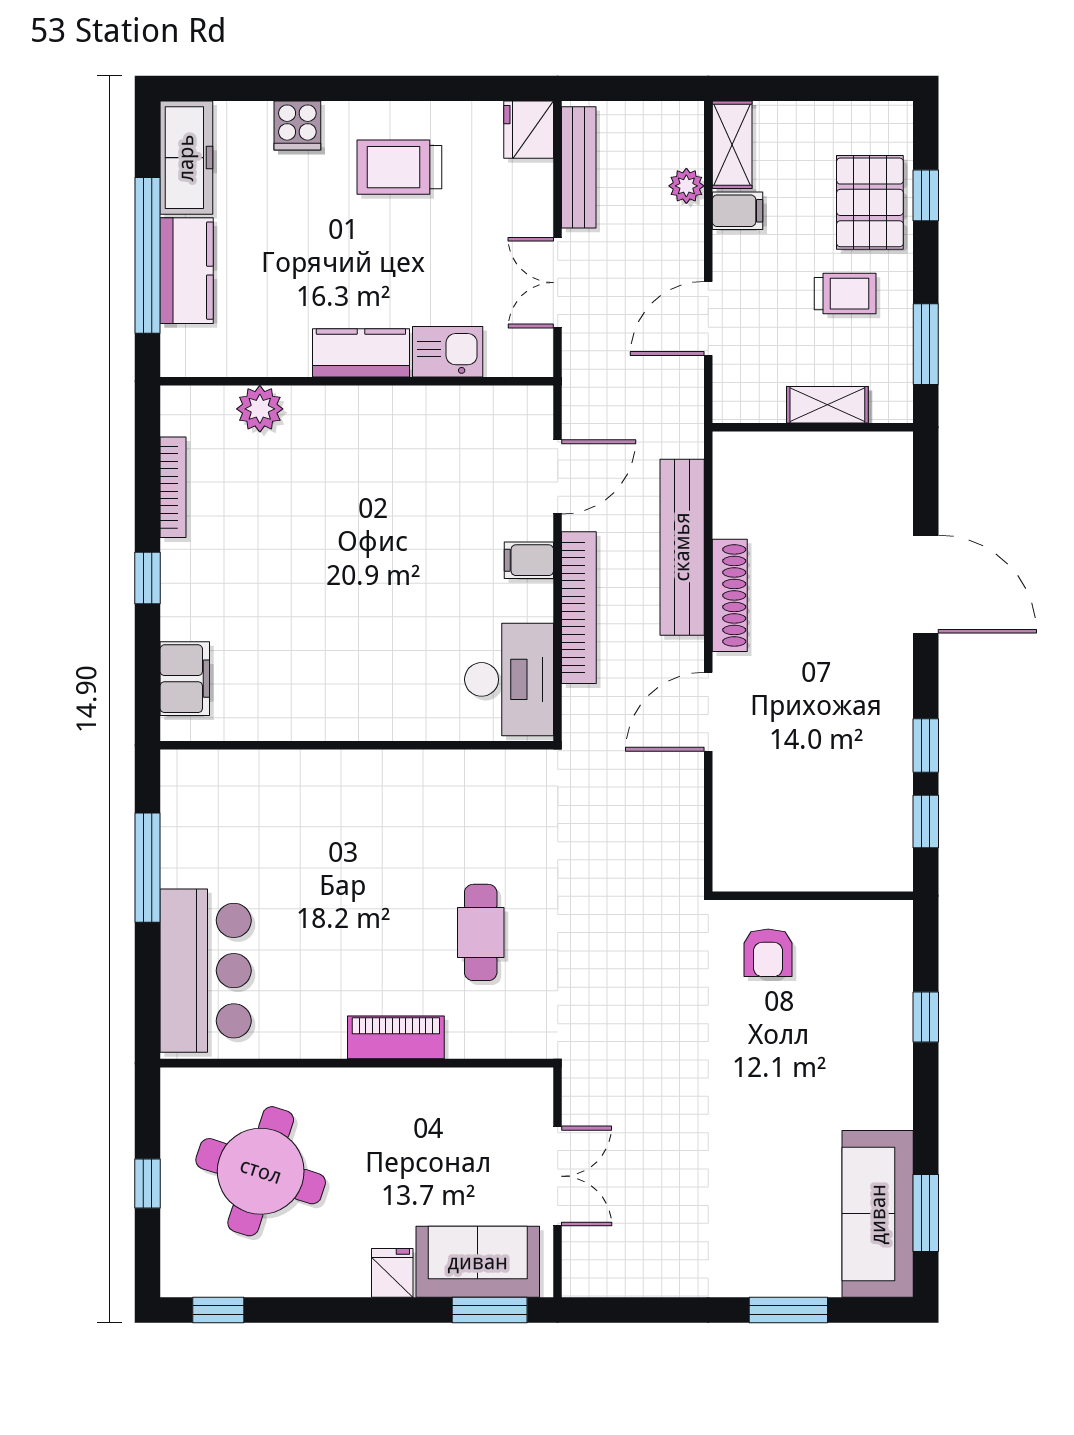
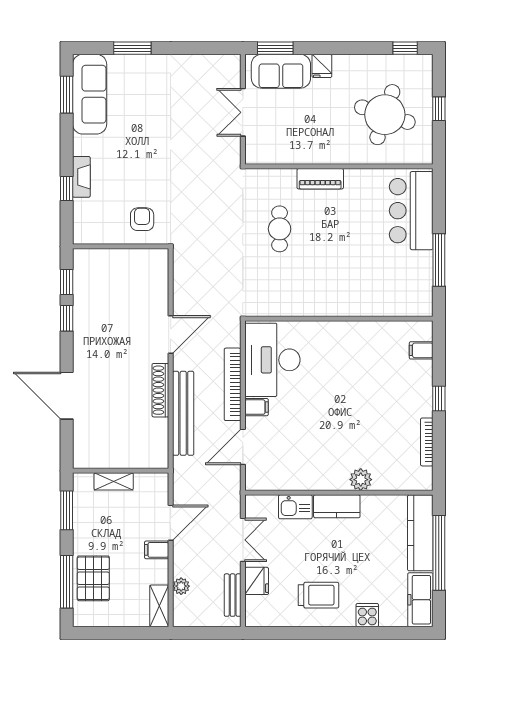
fridge: (529, 130) -> (257, 581), moved
bench: (579, 167) -> (233, 595), width x0.73
window: (926, 195) -> (67, 582), width x2.17
filing cabinet: (737, 211) -> (157, 550), moved
kitchen counter: (187, 271) -> (420, 533), width x1.50
trolley: (845, 294) -> (105, 535), removed
plant: (260, 409) -> (361, 480), moved
filing cabinet: (185, 679) -> (421, 350), width x0.50
desk: (509, 679) -> (272, 360), width x1.36, depth x1.30
fireplace: (895, 1041) -> (81, 177), added

